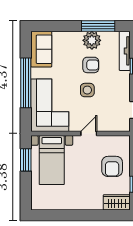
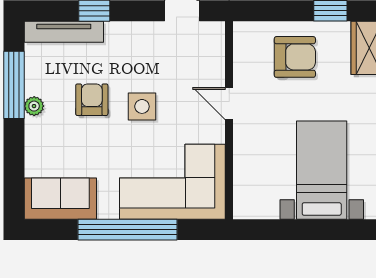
plant: (92, 40) -> (34, 106), width x0.53, depth x0.53
window: (26, 160) -> (282, 230), removed
bed with nightstands: (52, 160) -> (322, 170), moved, turned -90

